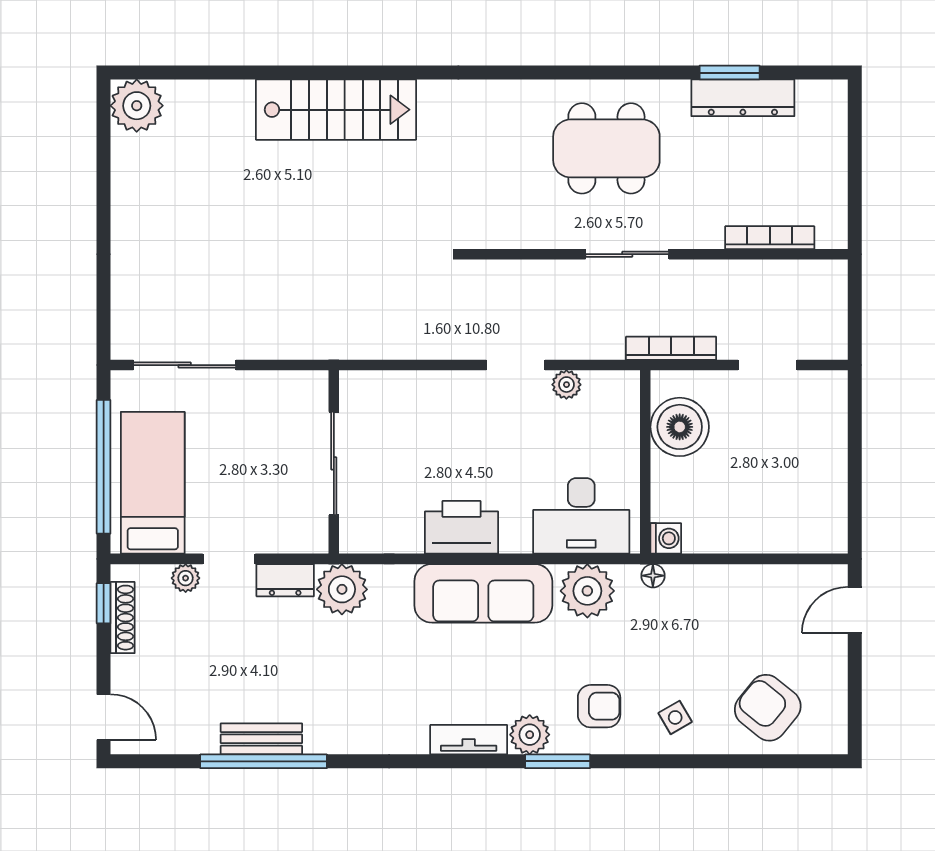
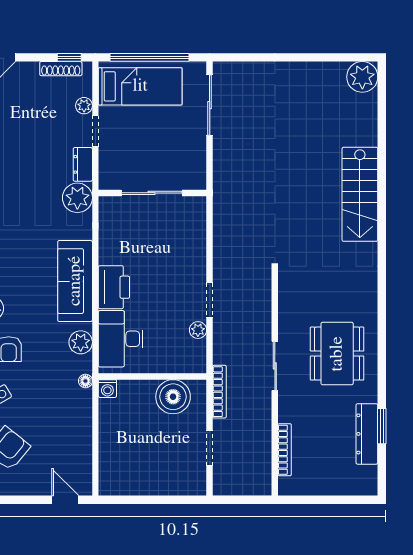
printer: (462, 527) -> (114, 287), moved
plant: (587, 591) -> (81, 342), width x0.73, depth x0.73

